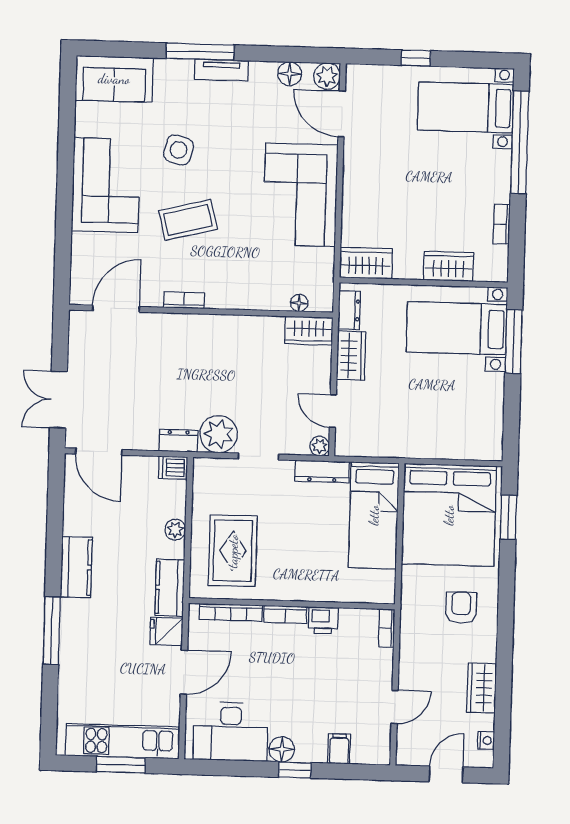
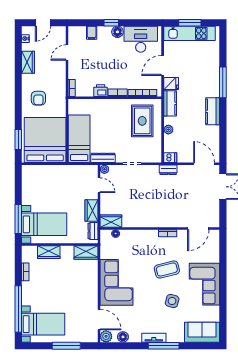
window: (416, 58) -> (66, 346), width x2.17
plant: (219, 434) -> (150, 173), removed

